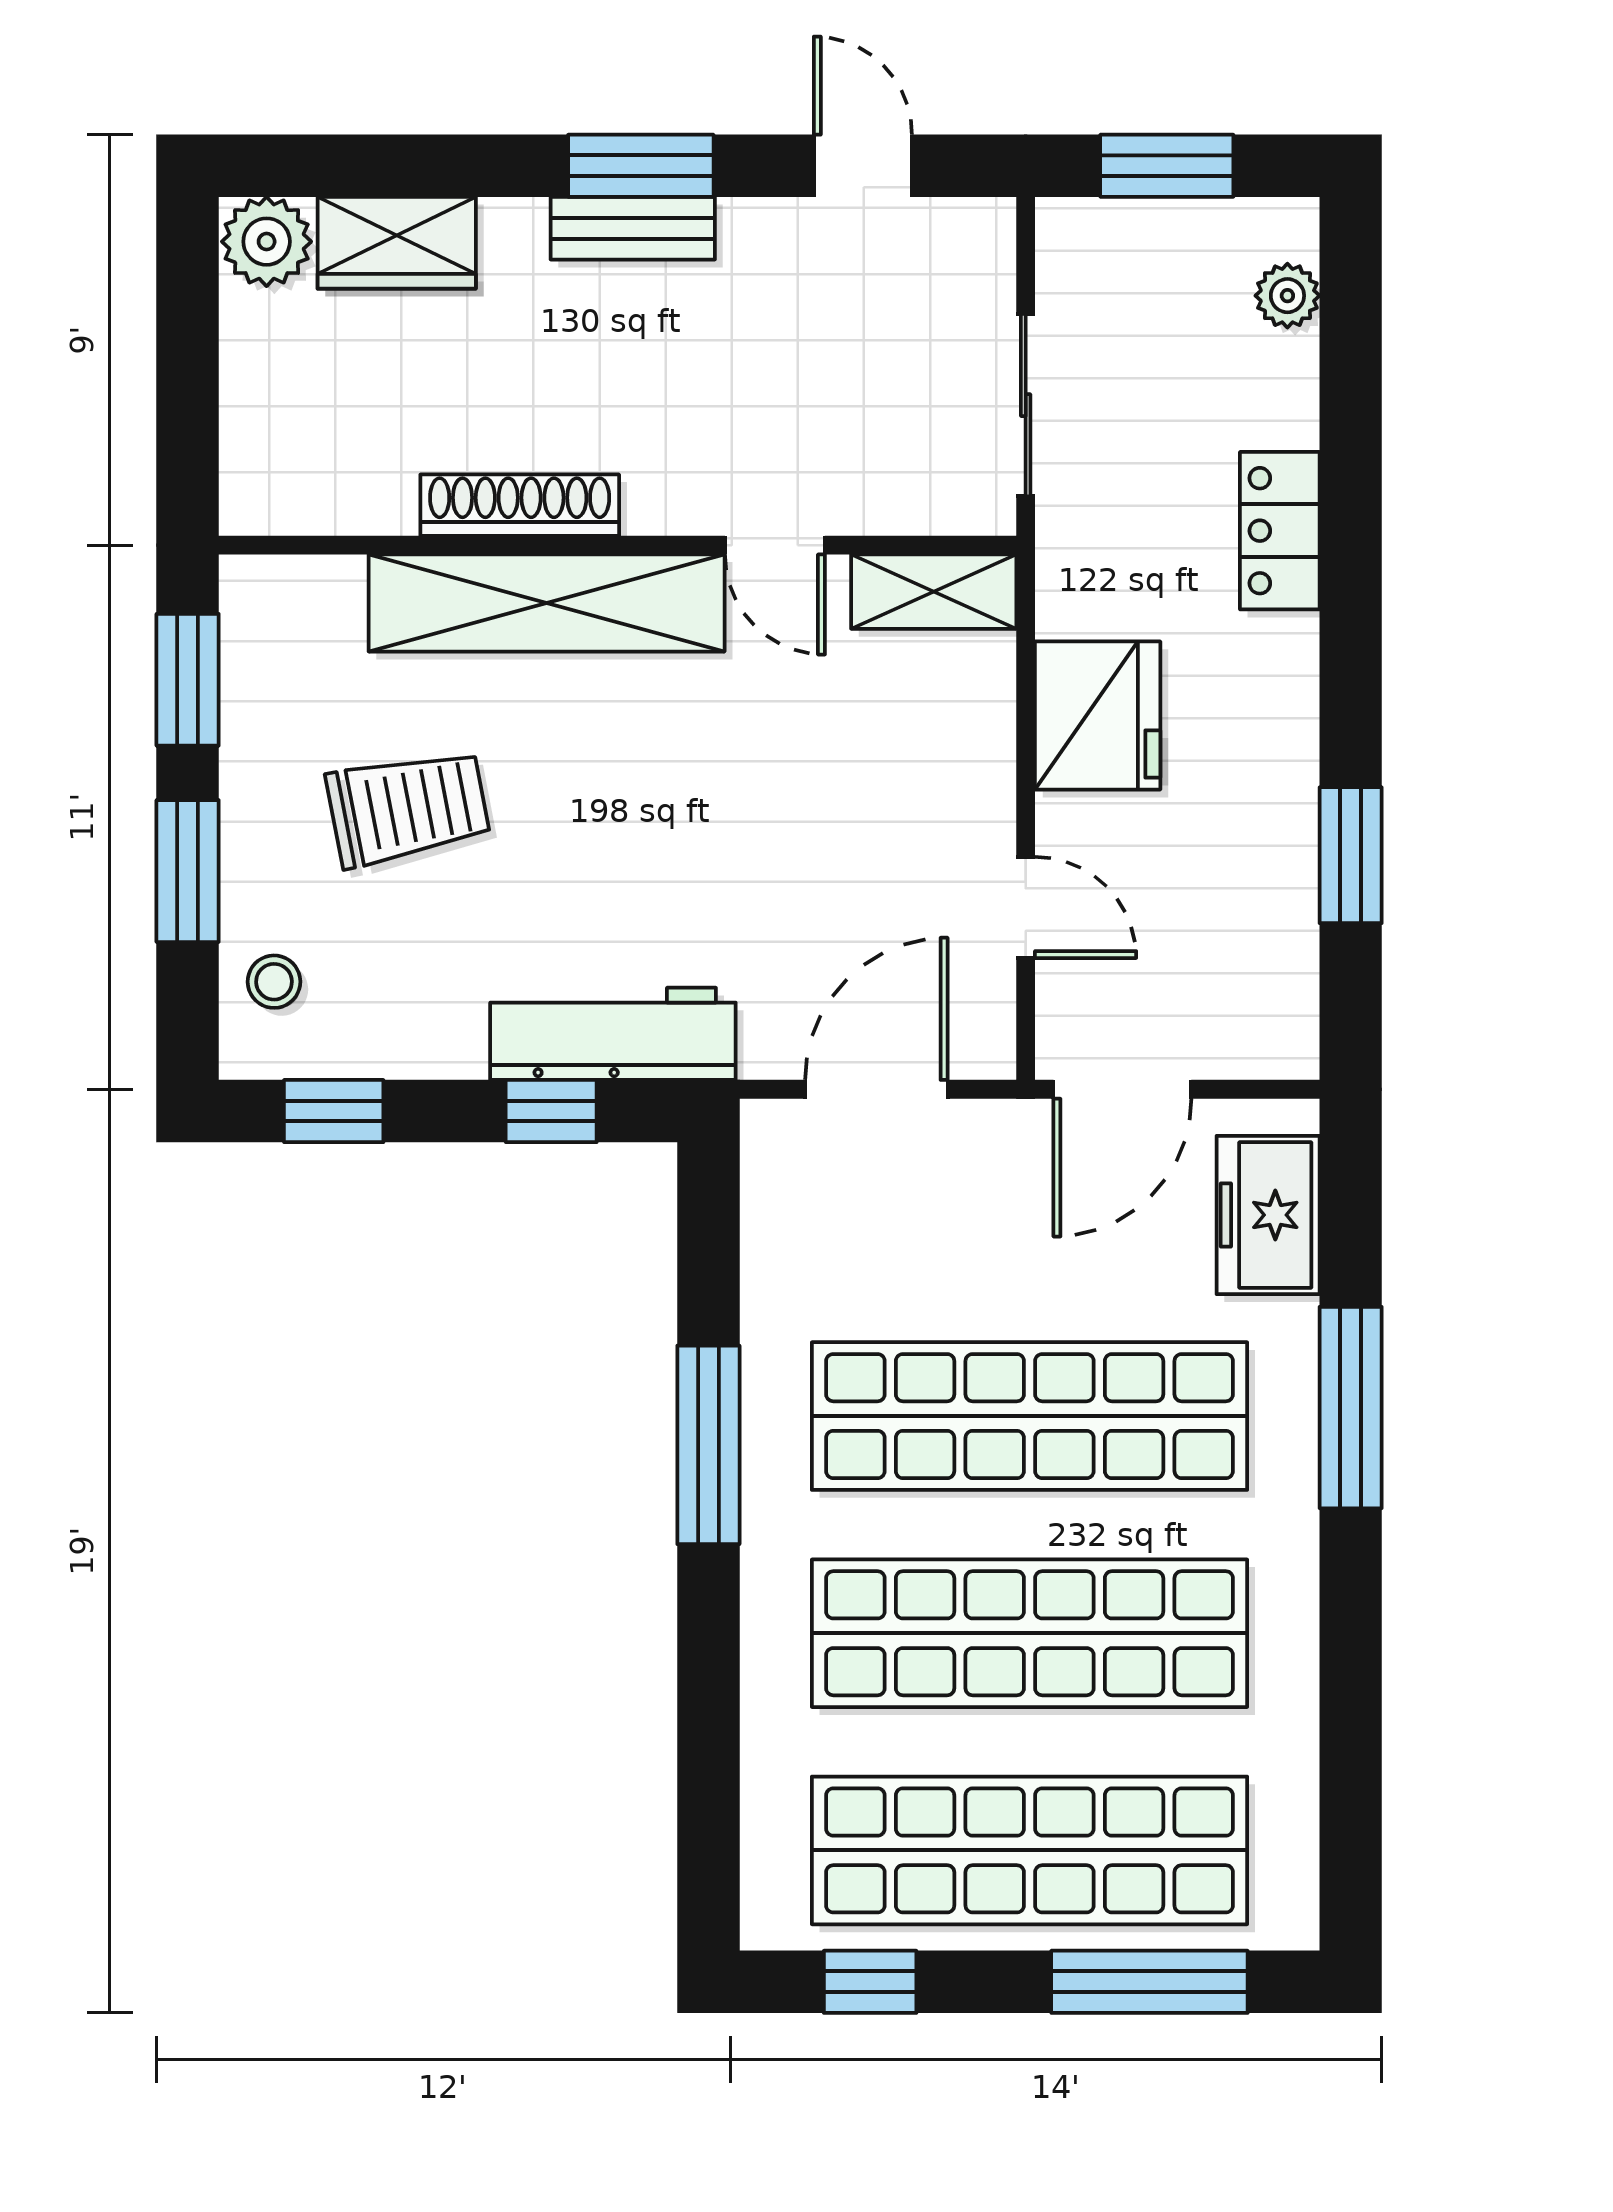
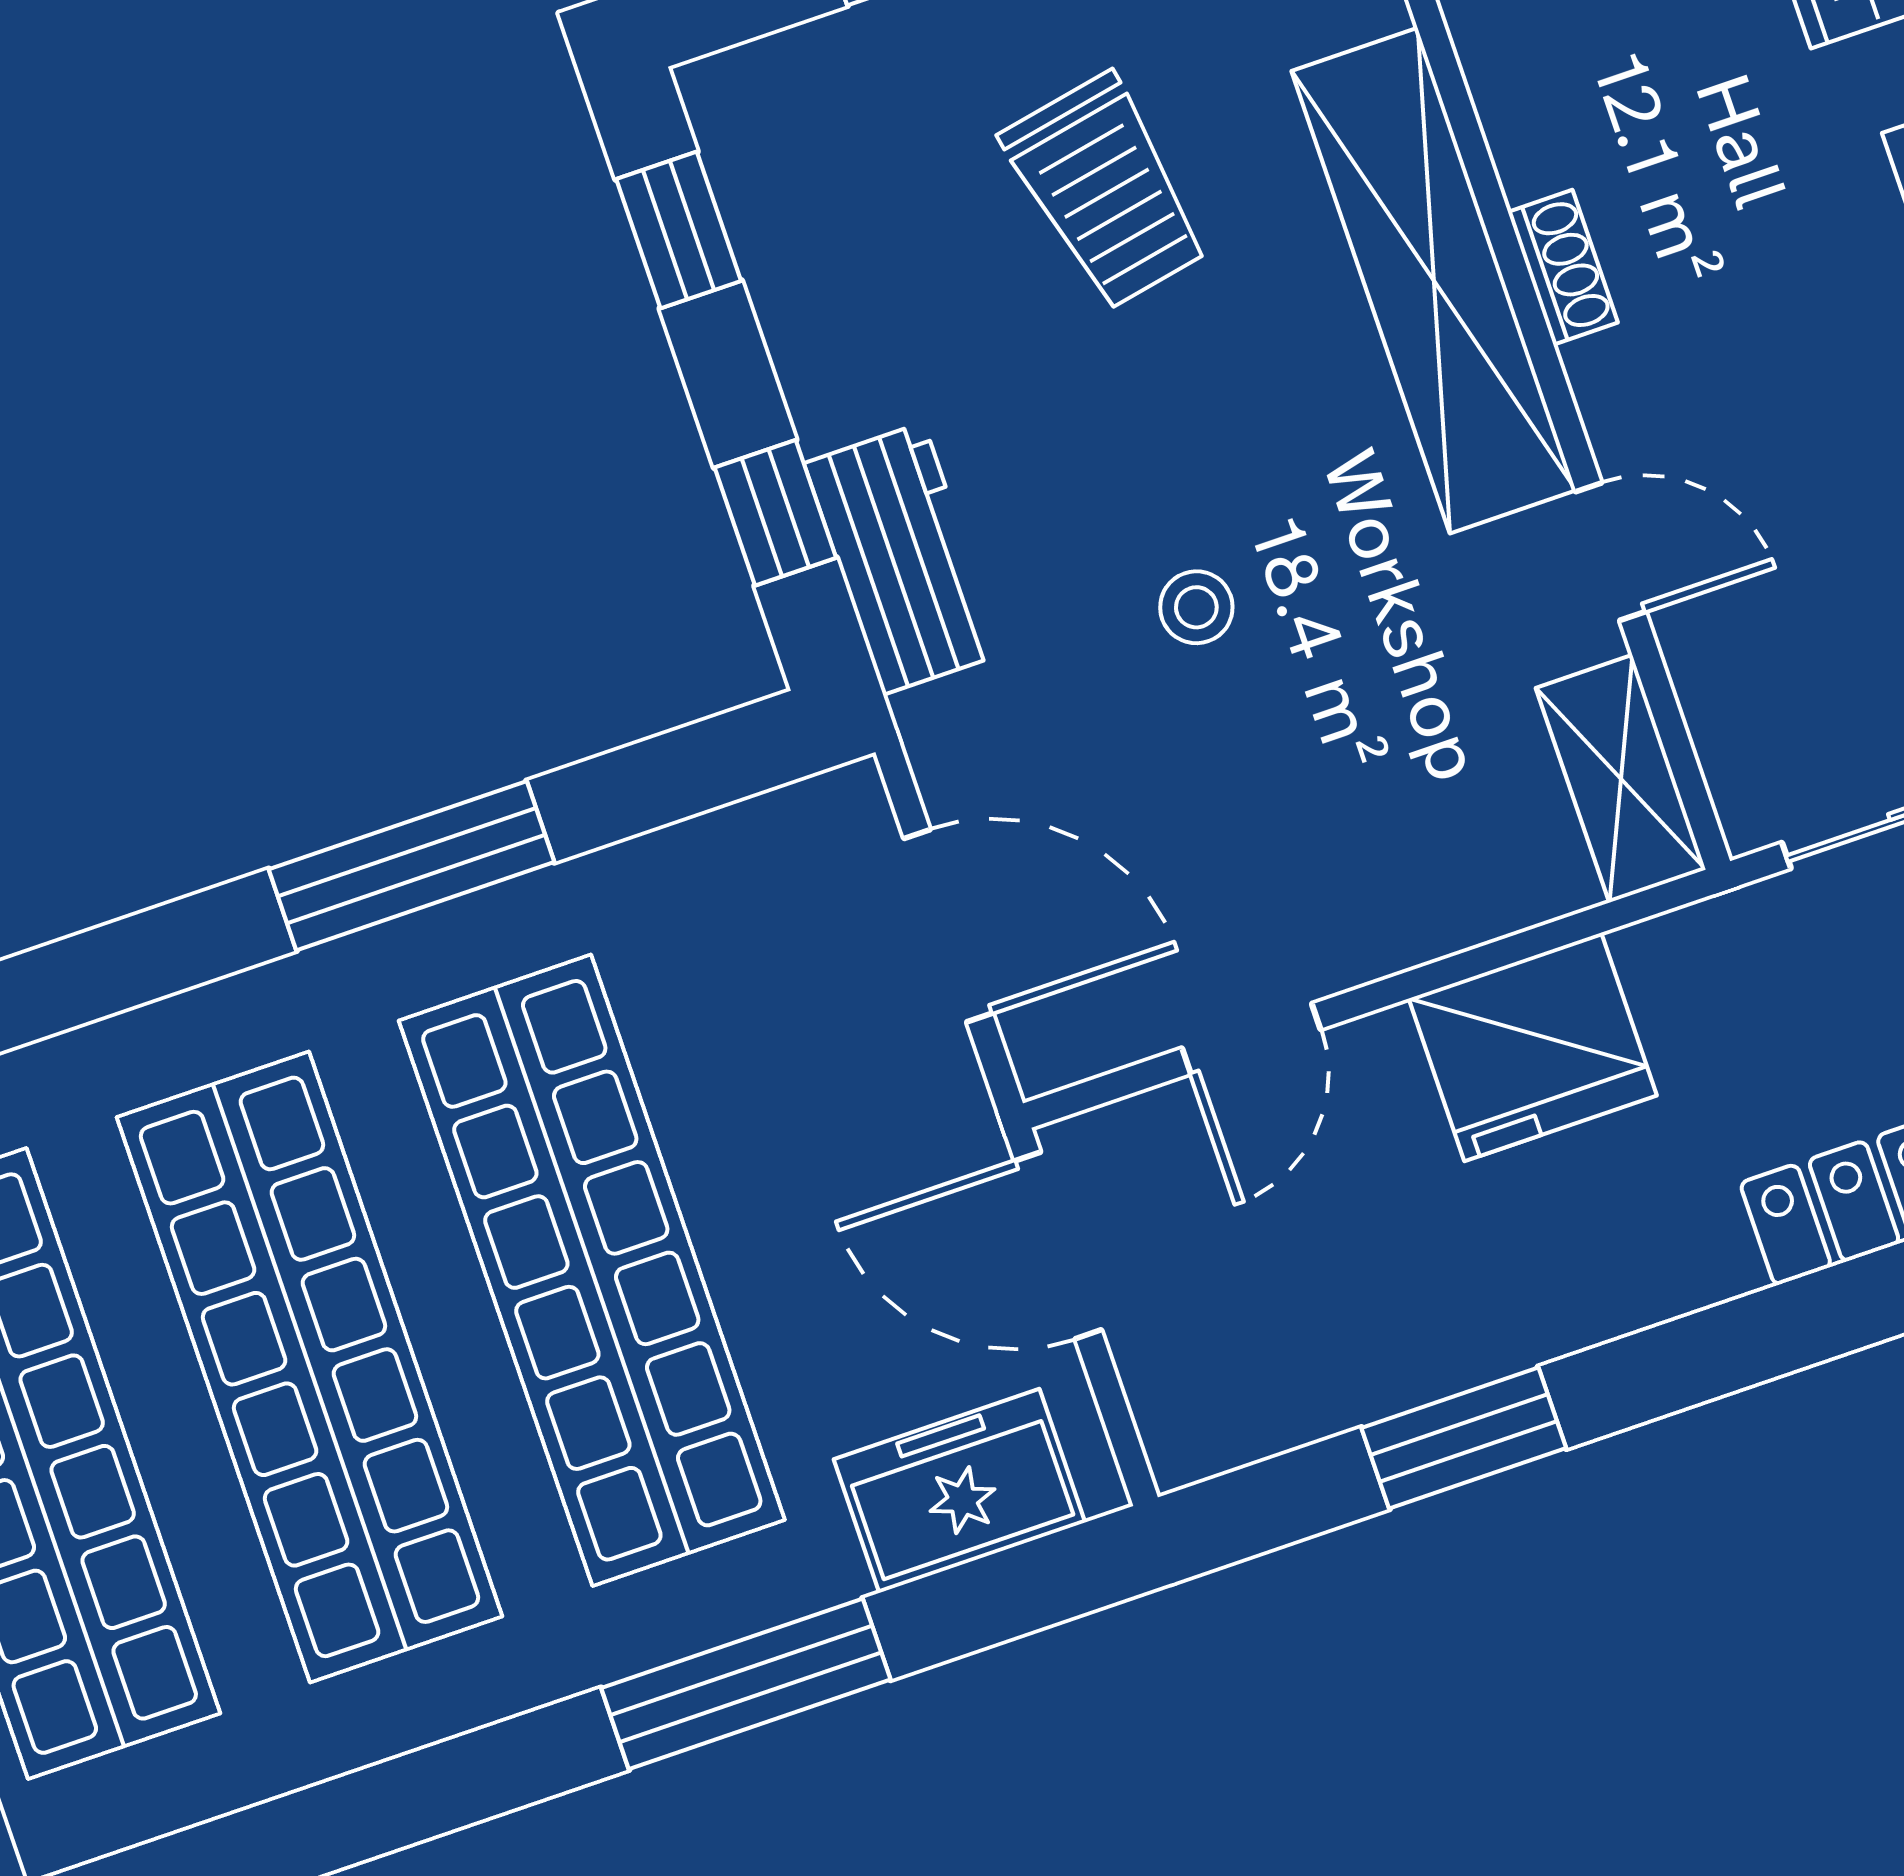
shoe rack: (520, 505) -> (1563, 267), width x0.51, depth x0.81
door: (775, 545) -> (1611, 552), swing flipped
stool: (274, 982) -> (1196, 607), moved
workbench: (613, 1034) -> (903, 559), width x0.73

